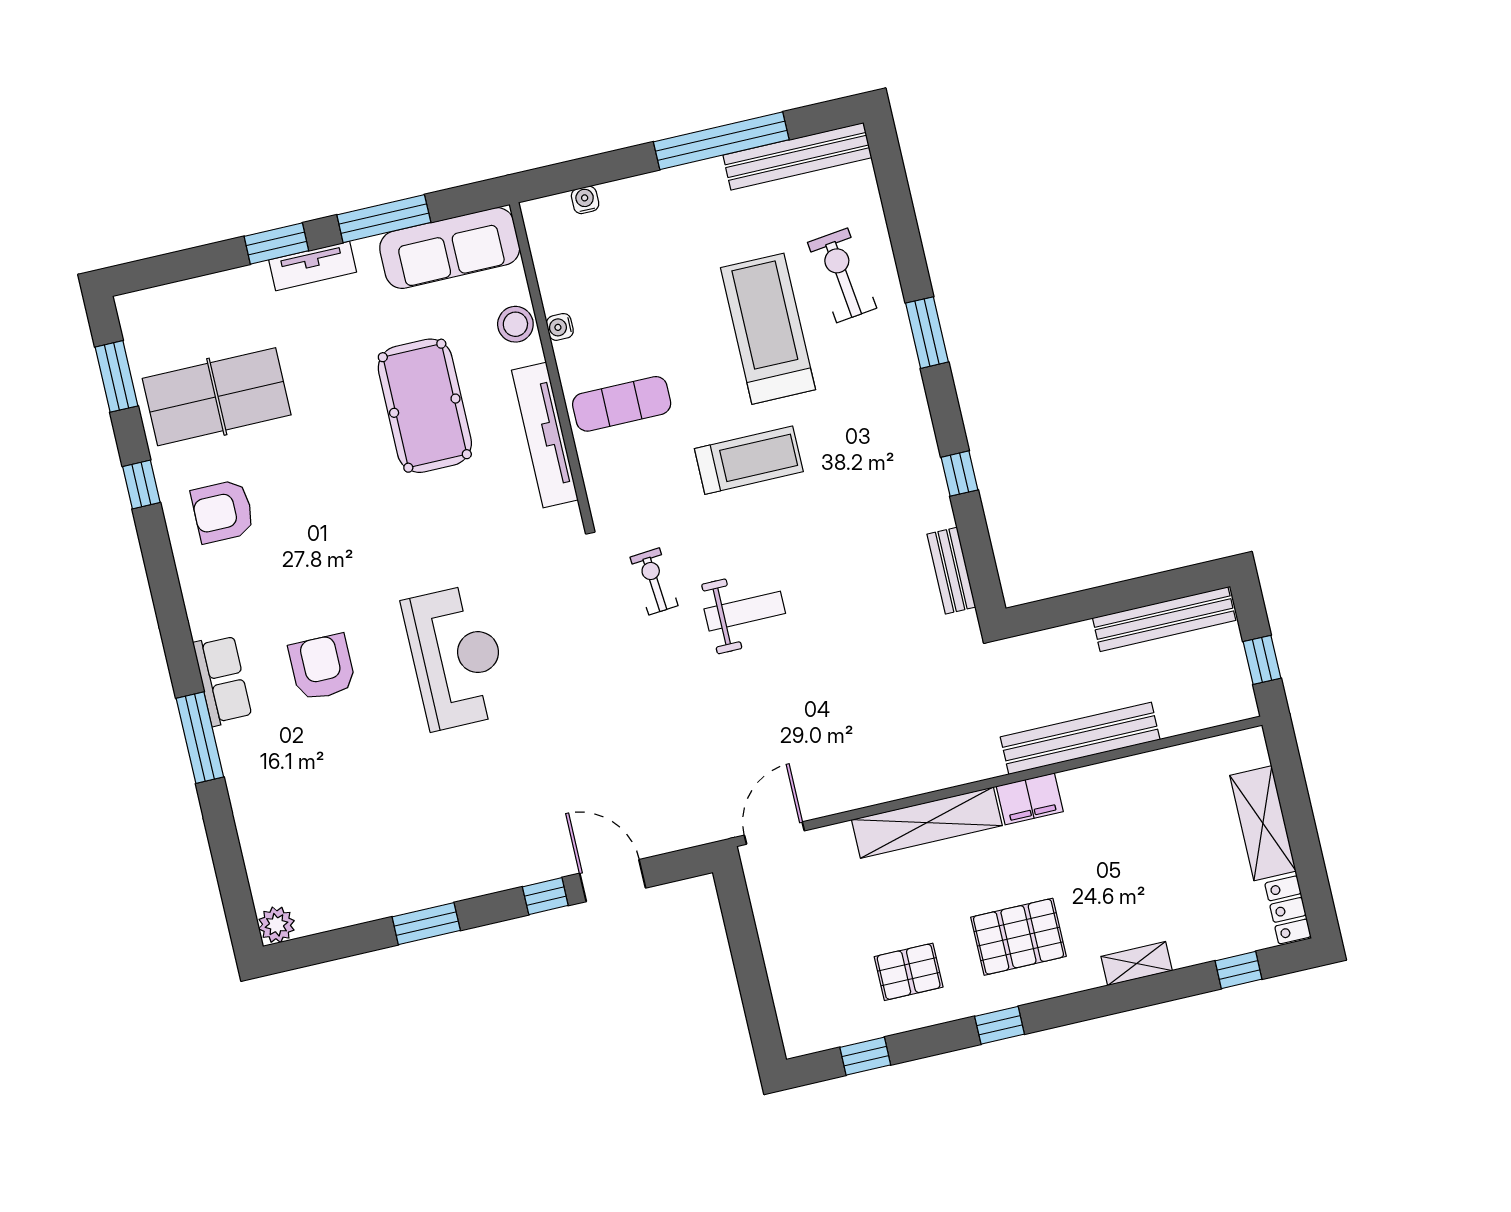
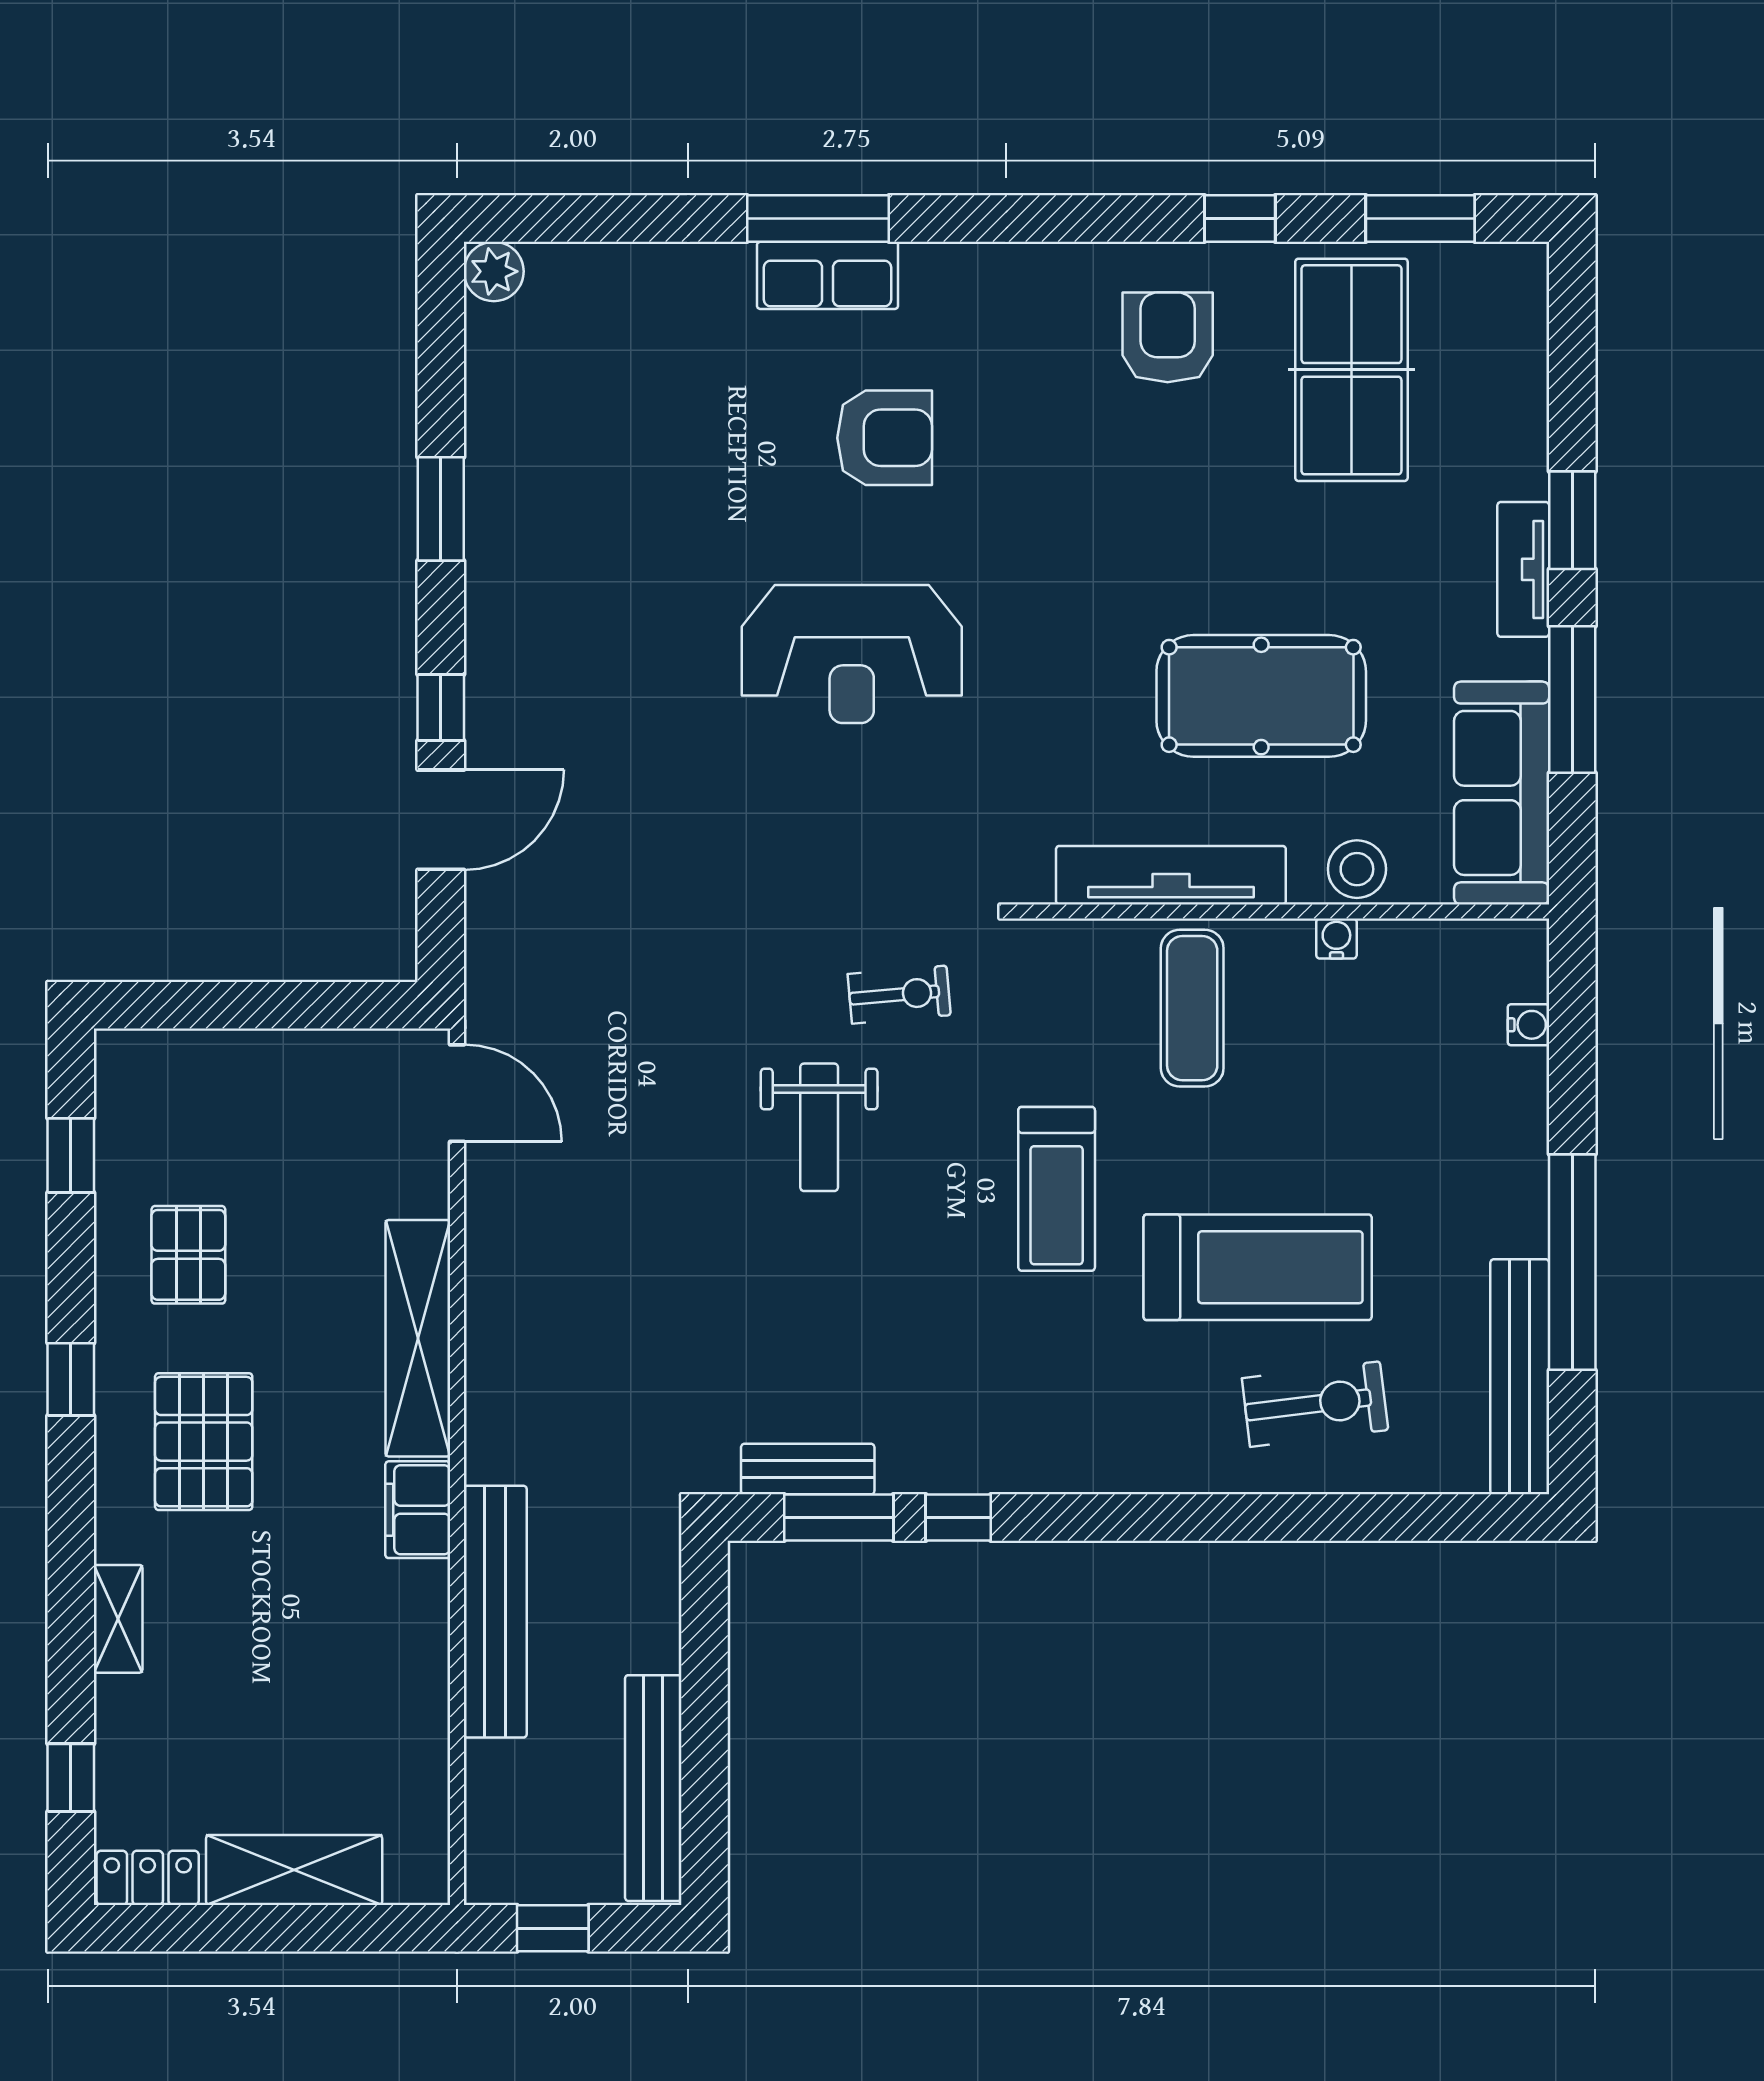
window: (927, 333) -> (839, 1518), moved
row of seats: (222, 680) -> (828, 275), moved

